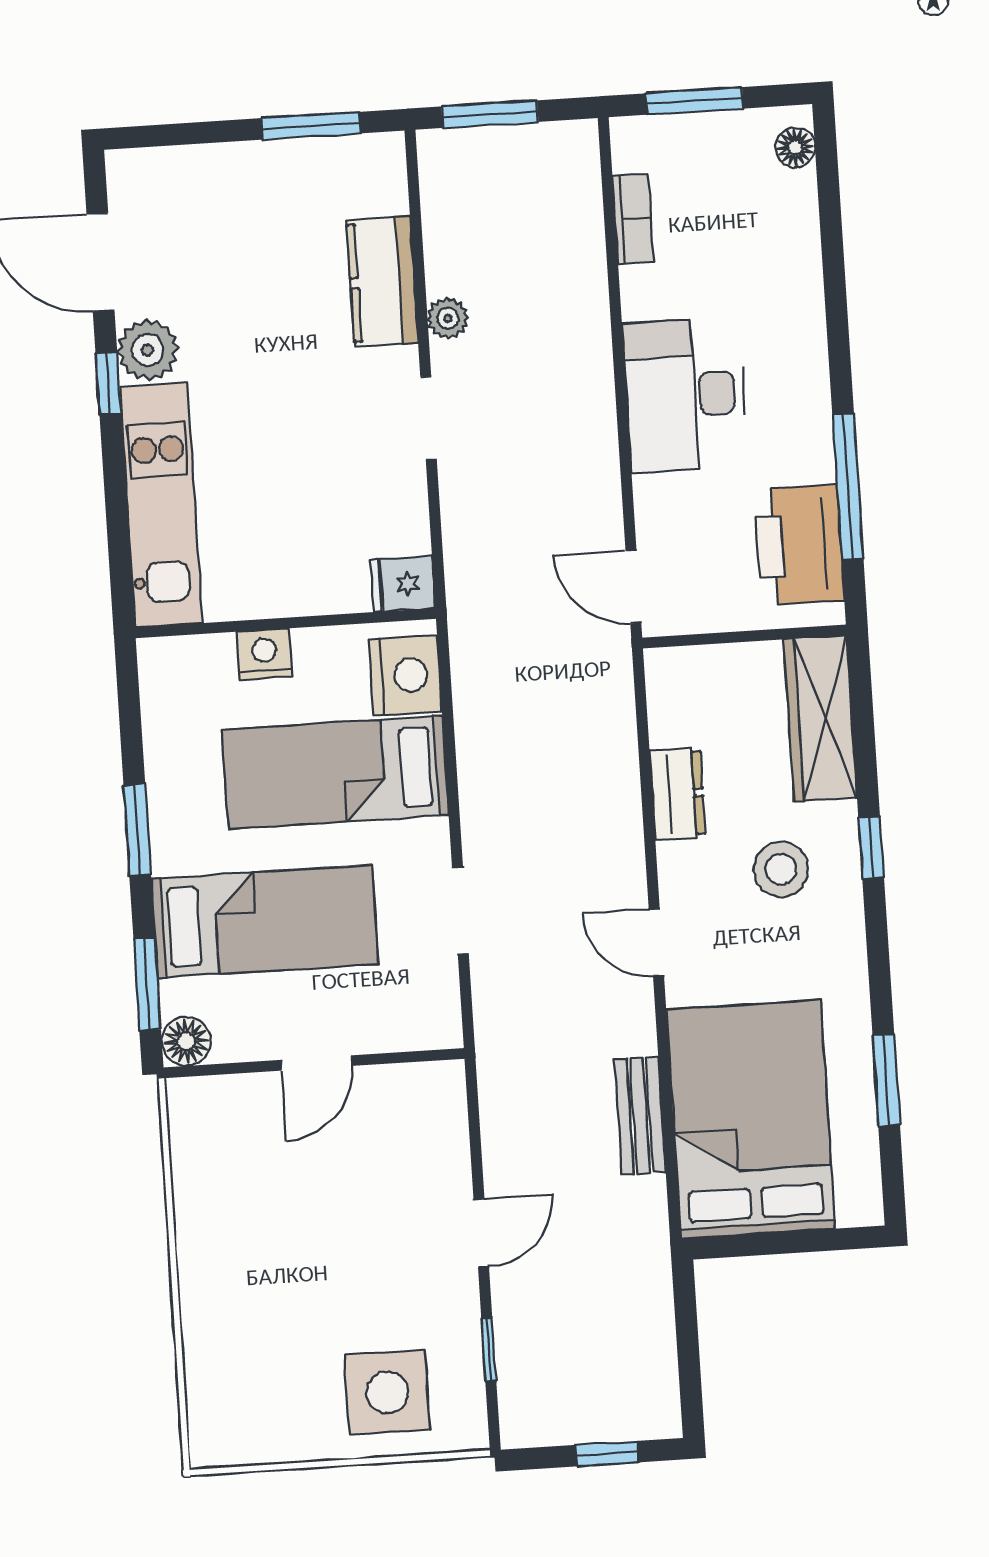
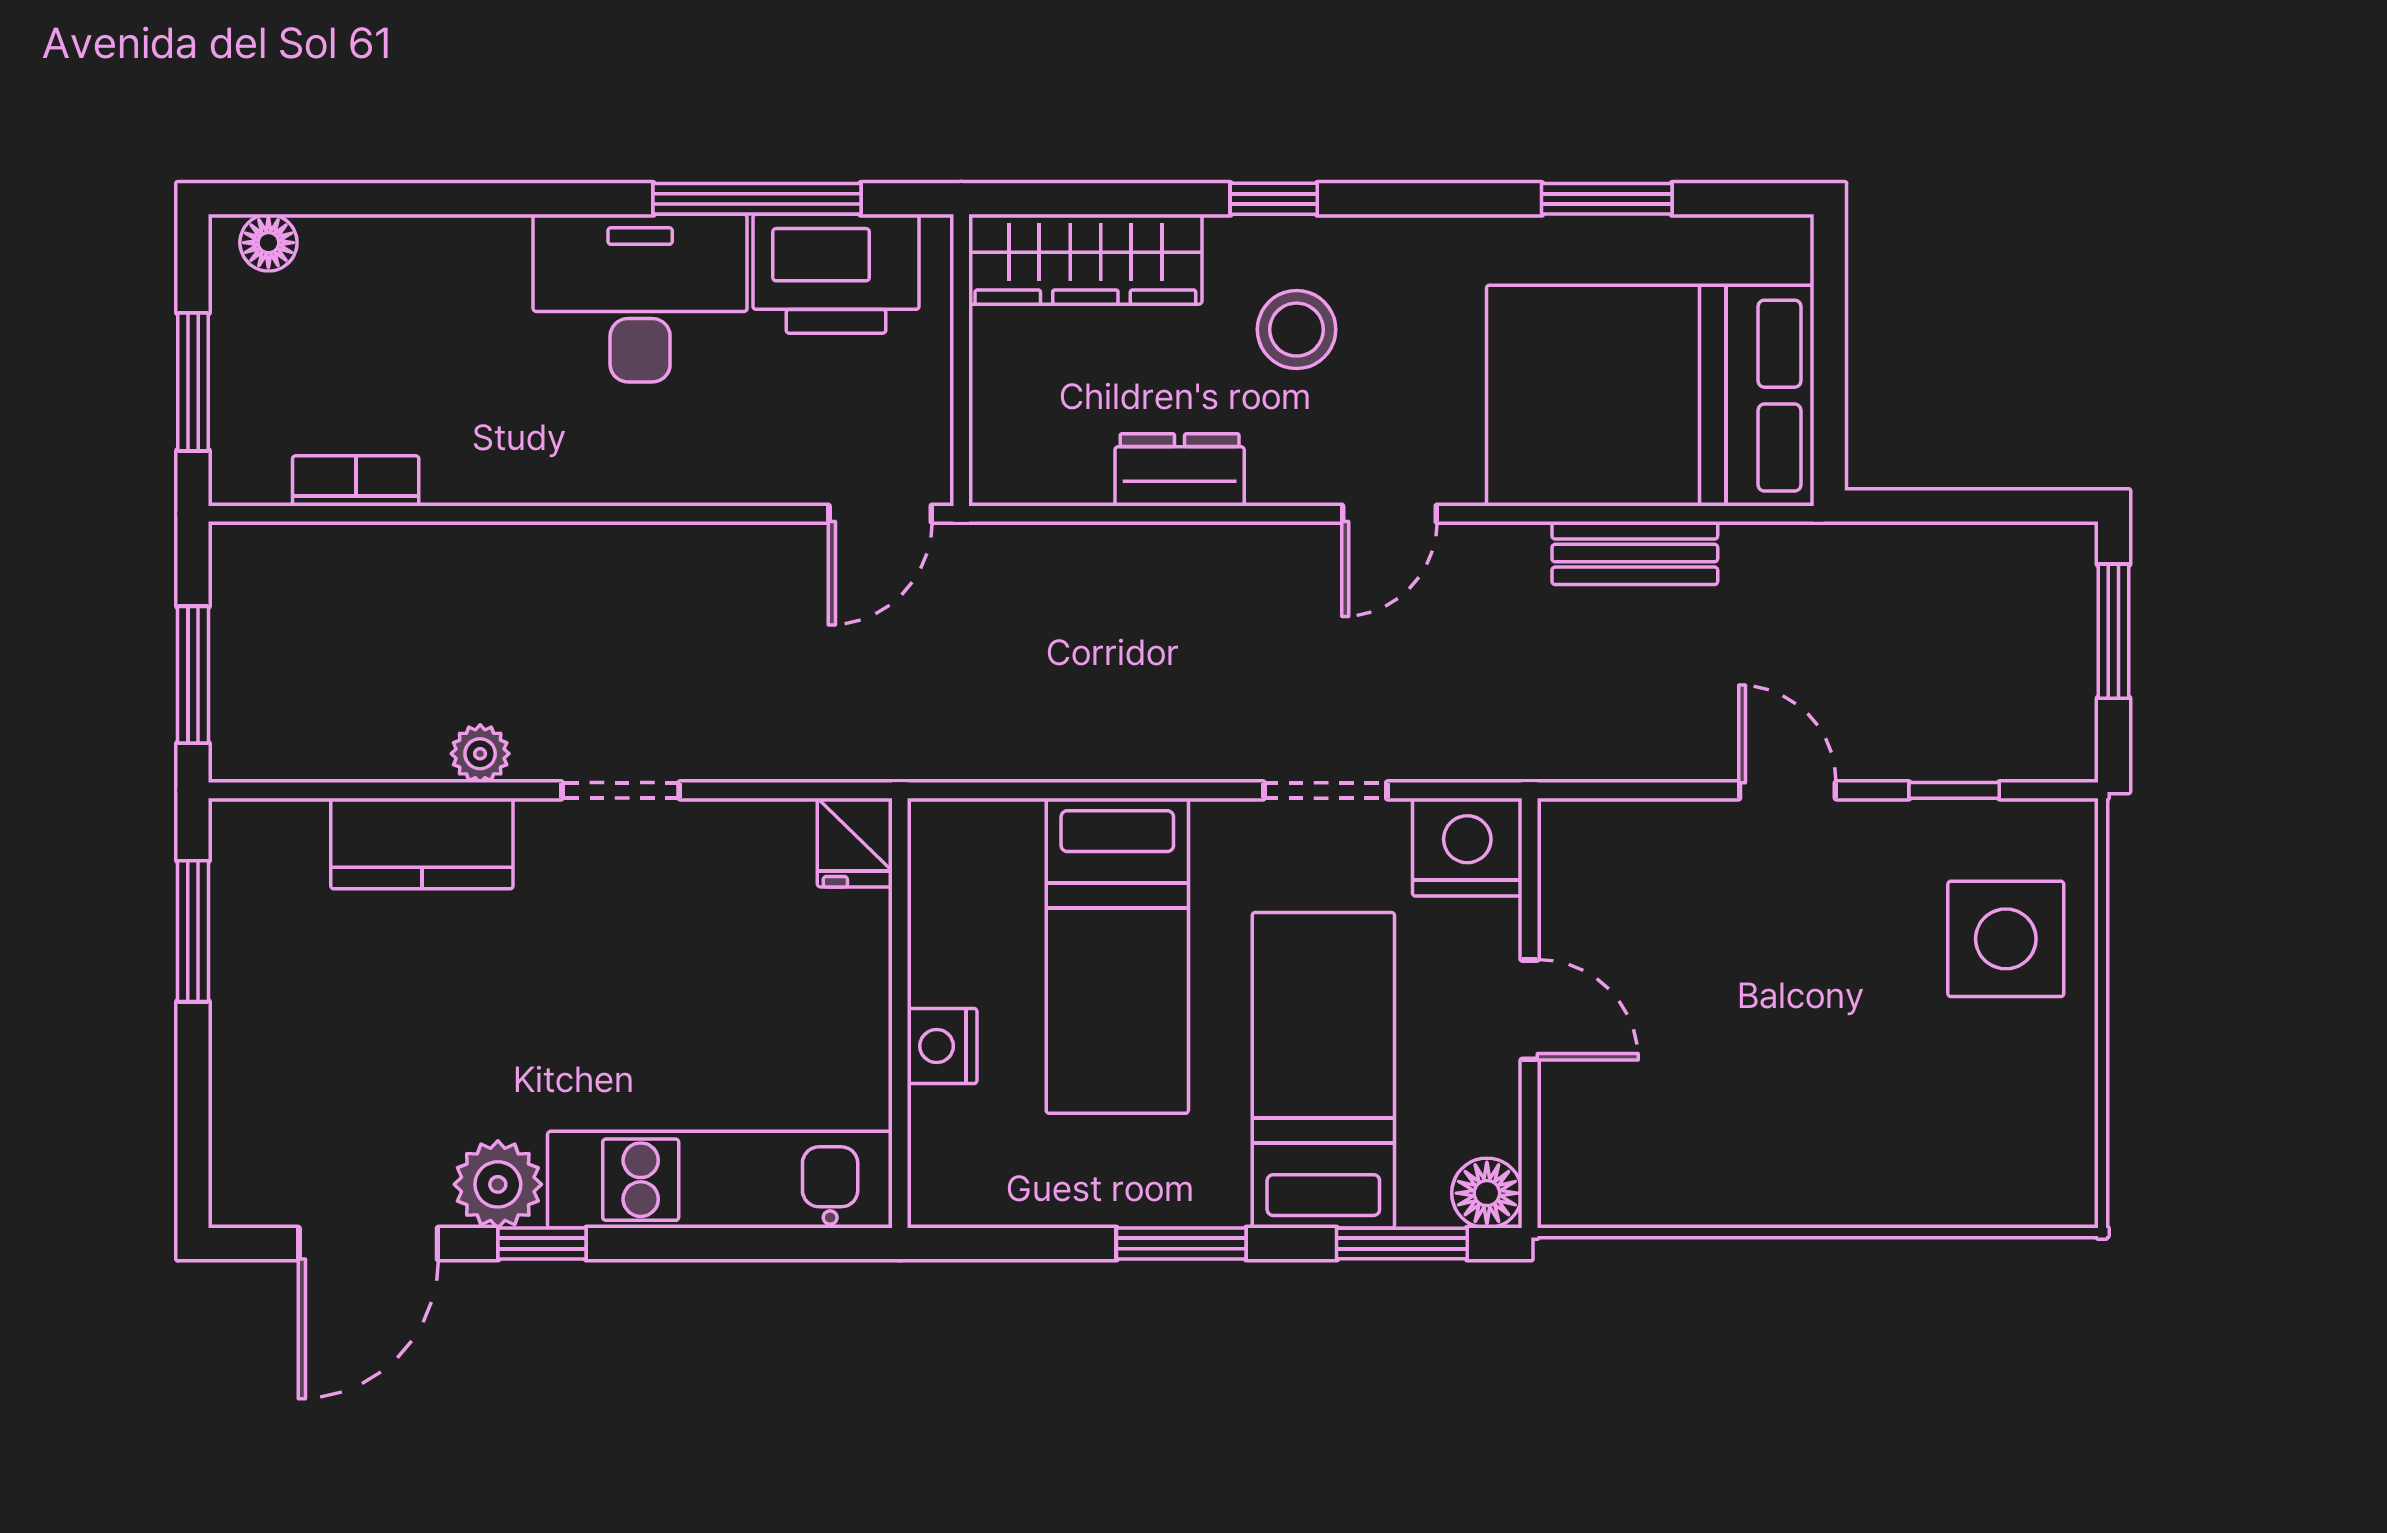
desk: (685, 395) -> (640, 298), moved, turned 180
nightstand: (405, 675) -> (1467, 847), moved
window: (607, 1454) -> (2113, 631), width x1.50

